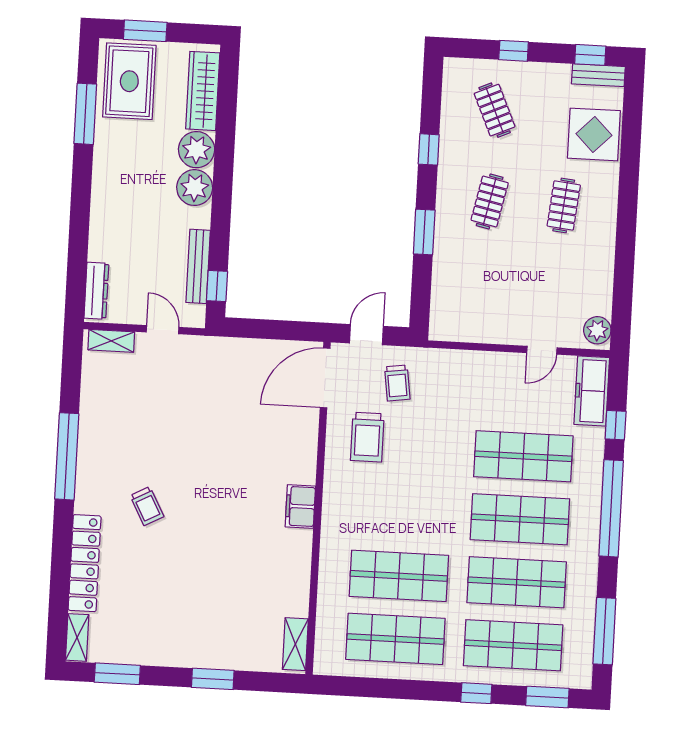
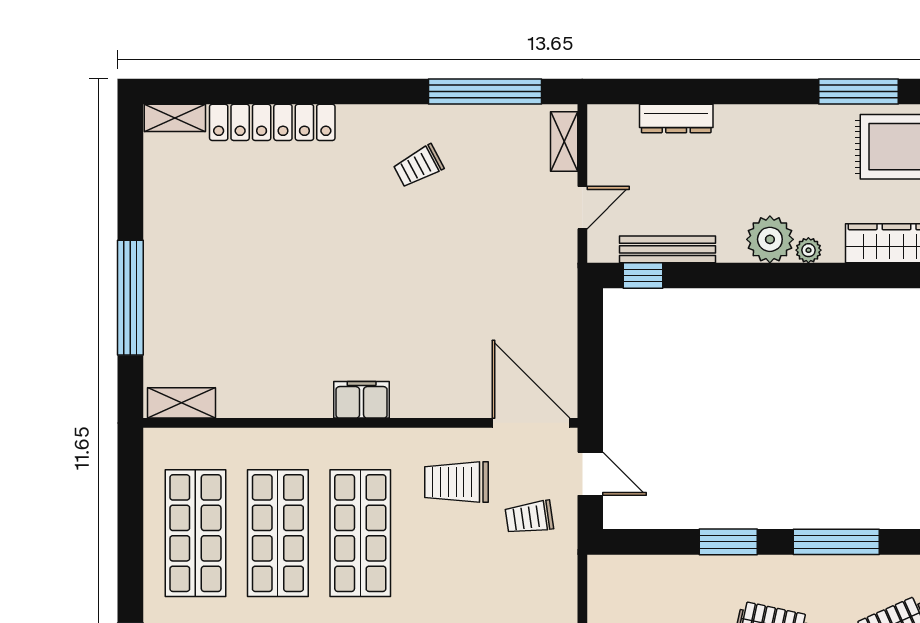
window: (429, 149) -> (836, 542), width x2.17
plant: (197, 150) -> (808, 250), width x0.53, depth x0.53
dresser: (96, 291) -> (676, 119), moved
window: (67, 456) -> (485, 92), moved
trolley: (147, 506) -> (418, 166), moved
shop shelf: (402, 513) -> (360, 533), added
window: (117, 674) -> (130, 173), removed
window: (213, 679) -> (130, 298), width x2.11

